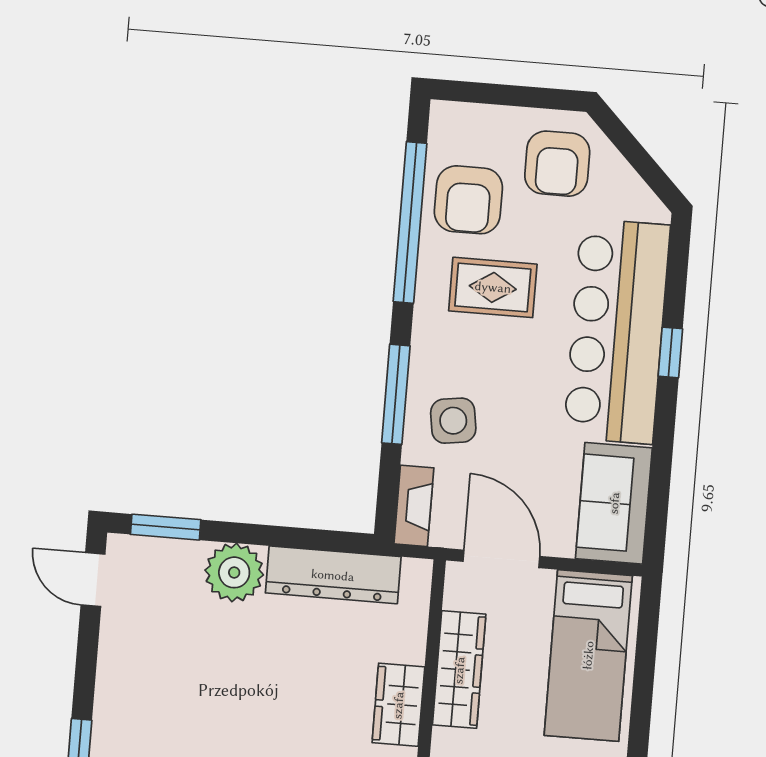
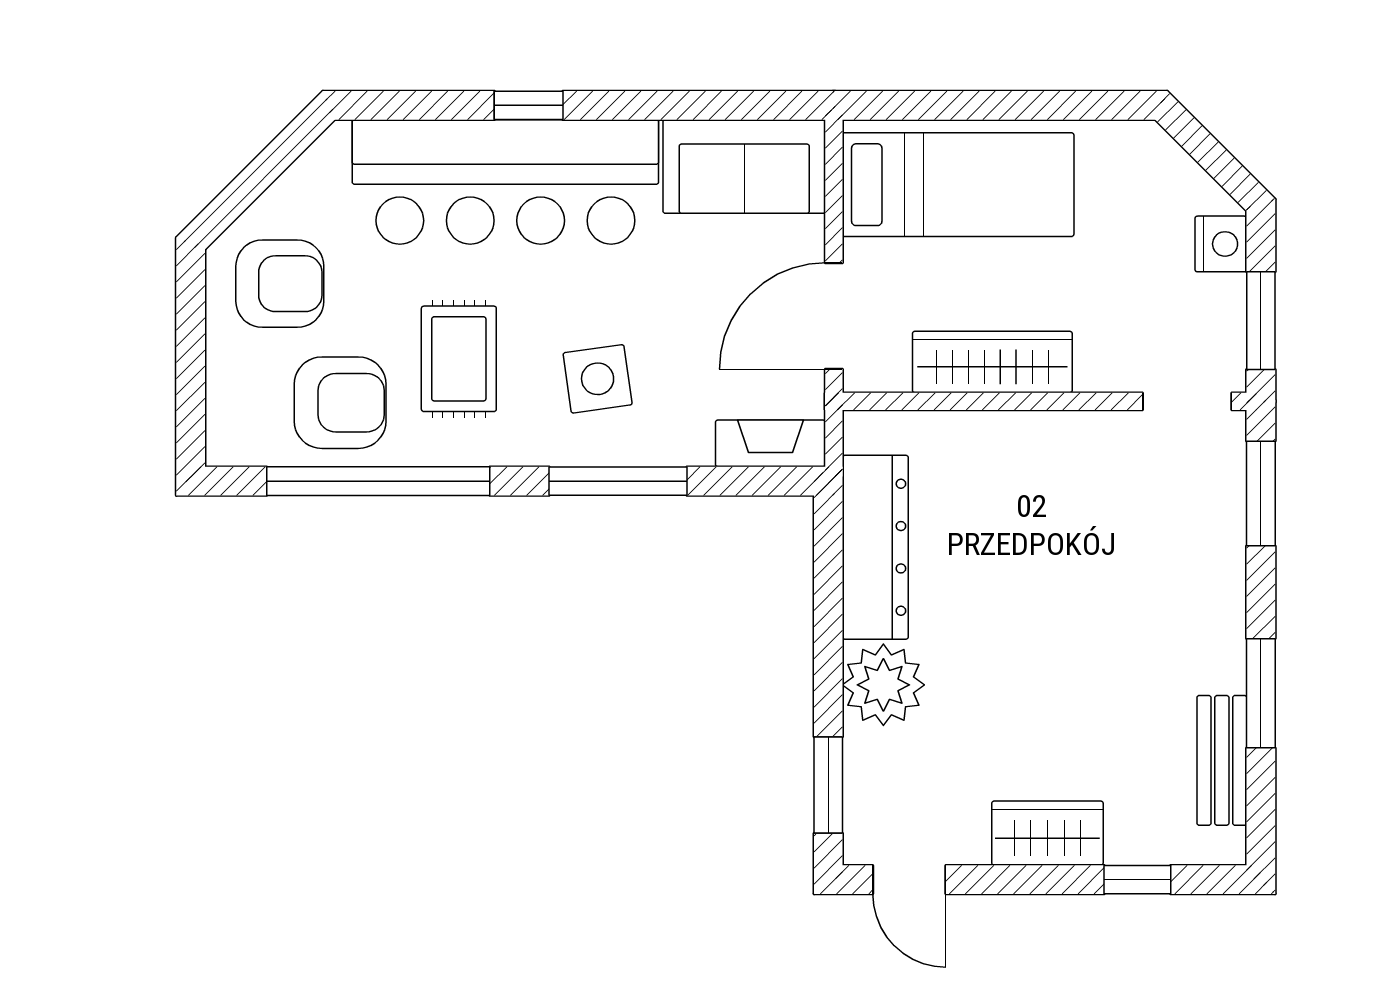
side table: (453, 421) -> (598, 379), moved
door: (93, 580) -> (909, 880), hinge flipped
wardrobe: (398, 705) -> (1047, 833), moved, turned 180

